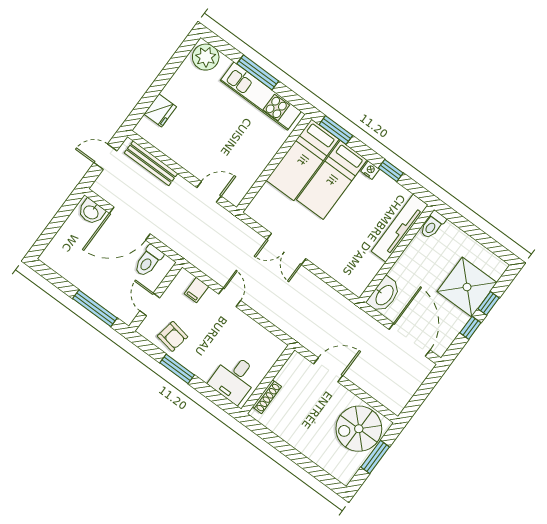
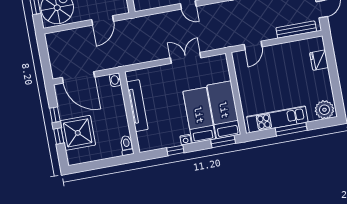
tv unit: (400, 228) -> (137, 106), moved
washbasin: (384, 295) -> (115, 80), width x0.52, depth x0.69

